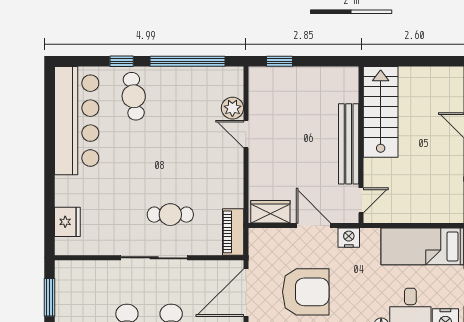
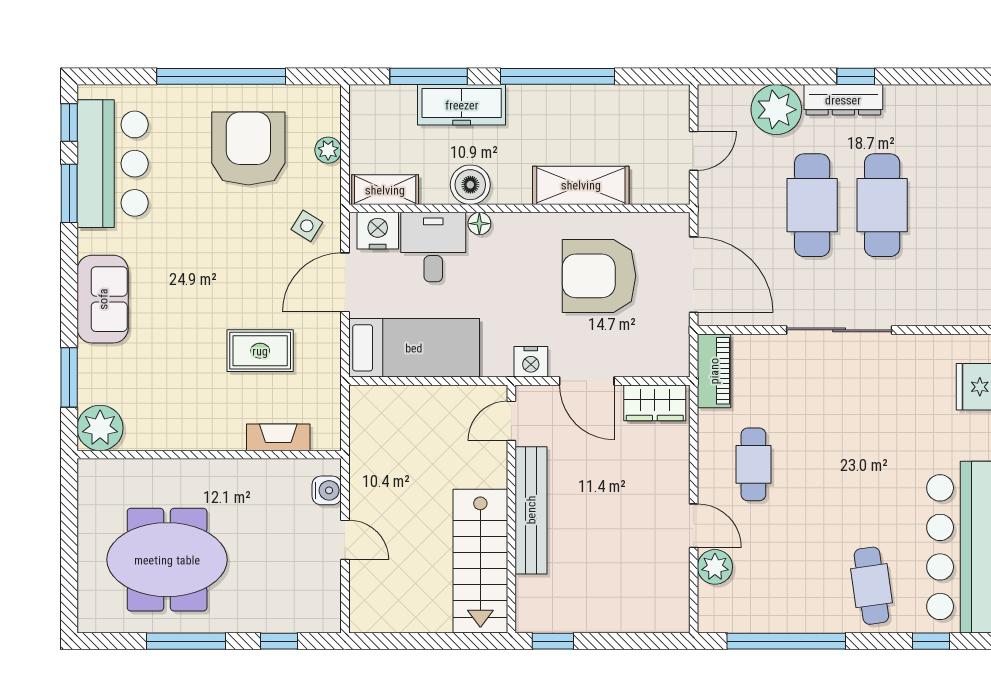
window: (122, 61) -> (931, 641), moved
window: (279, 61) -> (553, 641), moved
cafe table: (170, 215) -> (753, 464), moved, turned 90
door: (246, 293) -> (694, 275), hinge flipped

